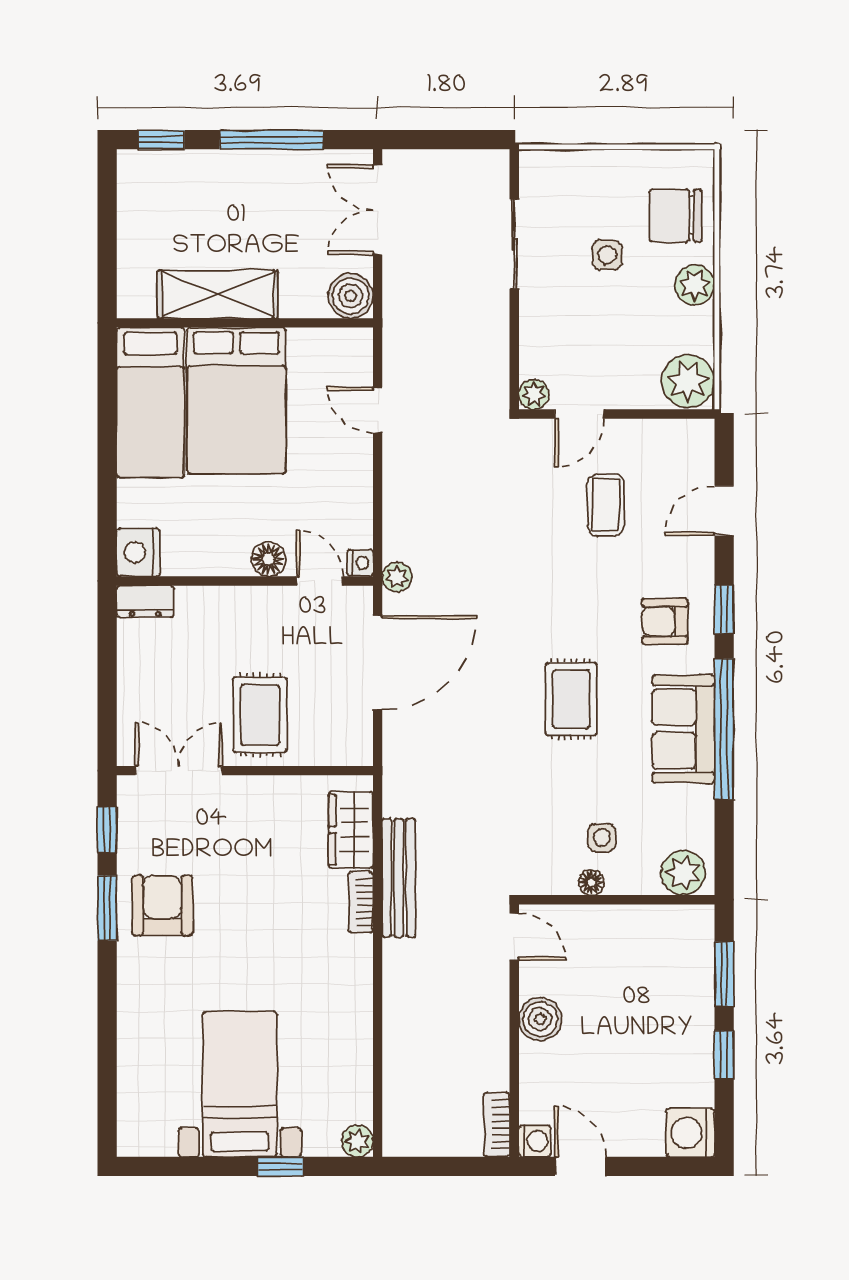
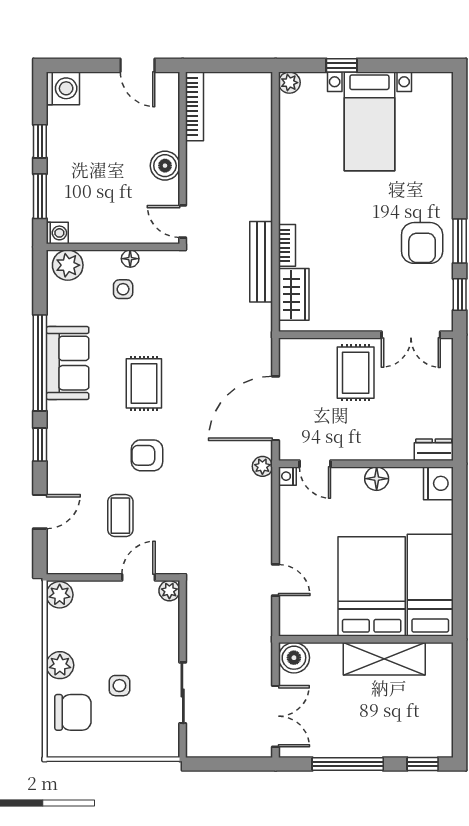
plant: (688, 381) -> (60, 595), width x0.73, depth x0.73
floor lamp: (268, 559) -> (377, 479), moved
armchair: (665, 622) -> (147, 455), moved, turned 180
bookcase: (497, 1125) -> (195, 106), width x1.56
washing machine: (535, 1141) -> (57, 233), moved, turned 180

